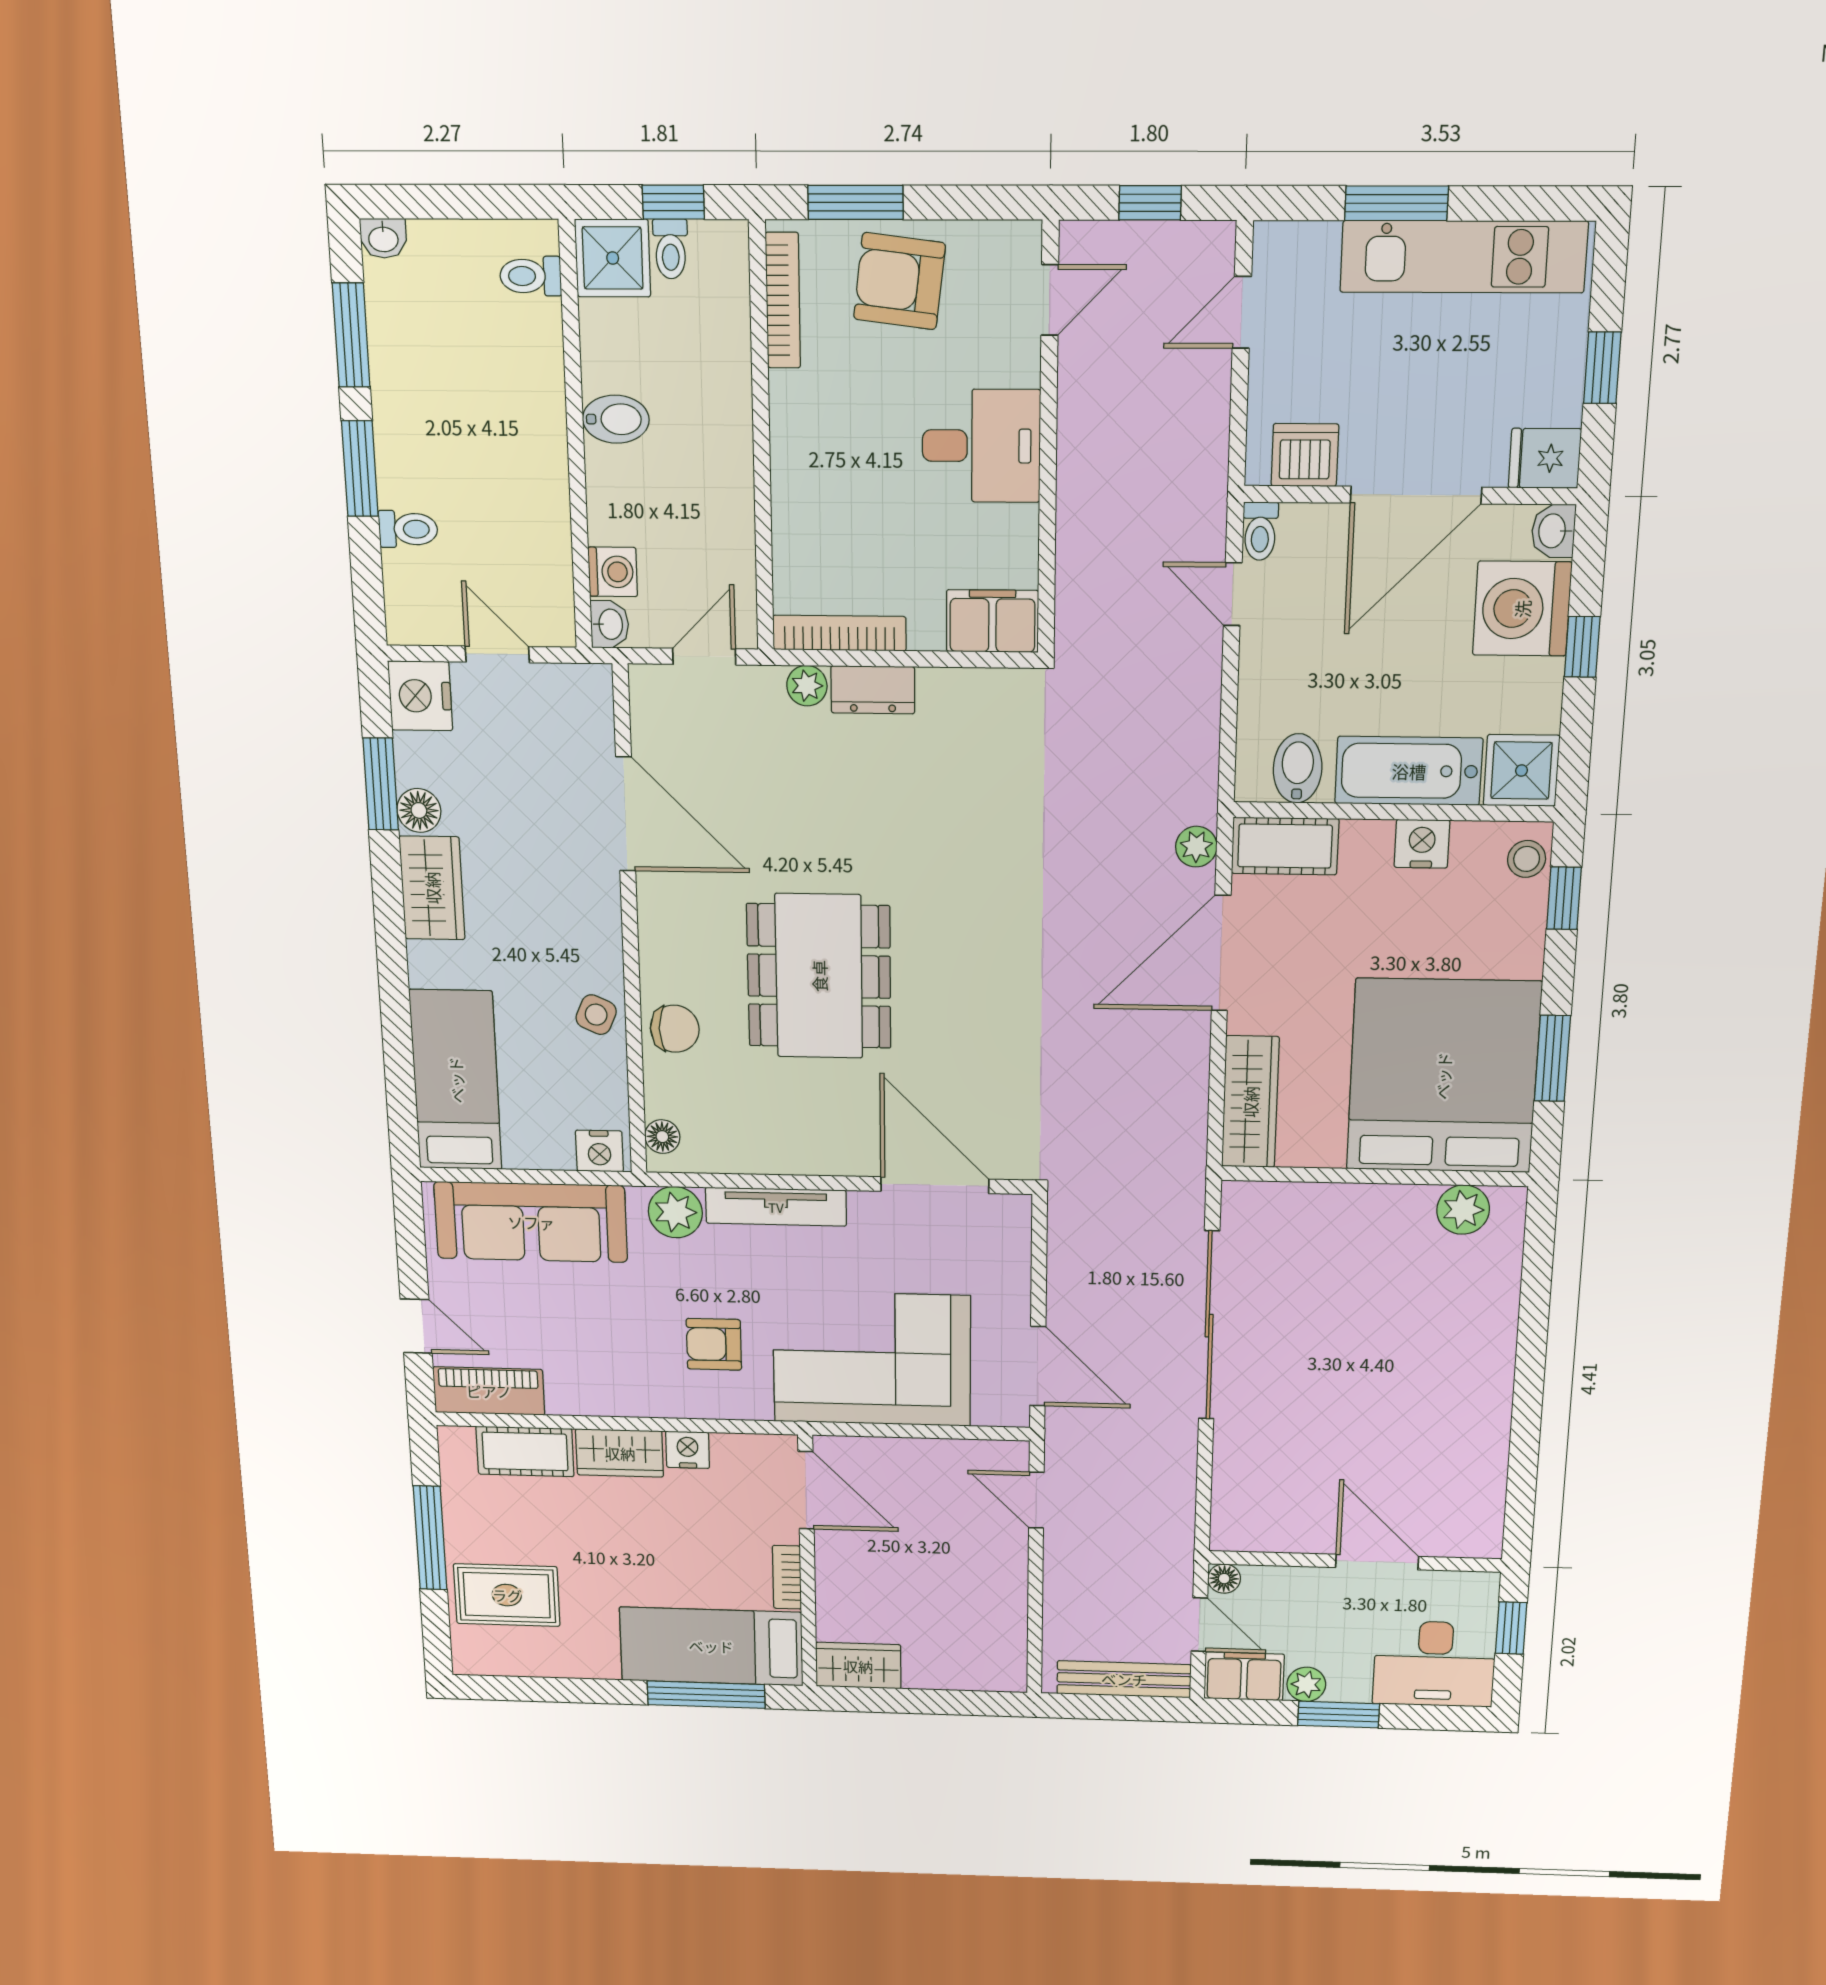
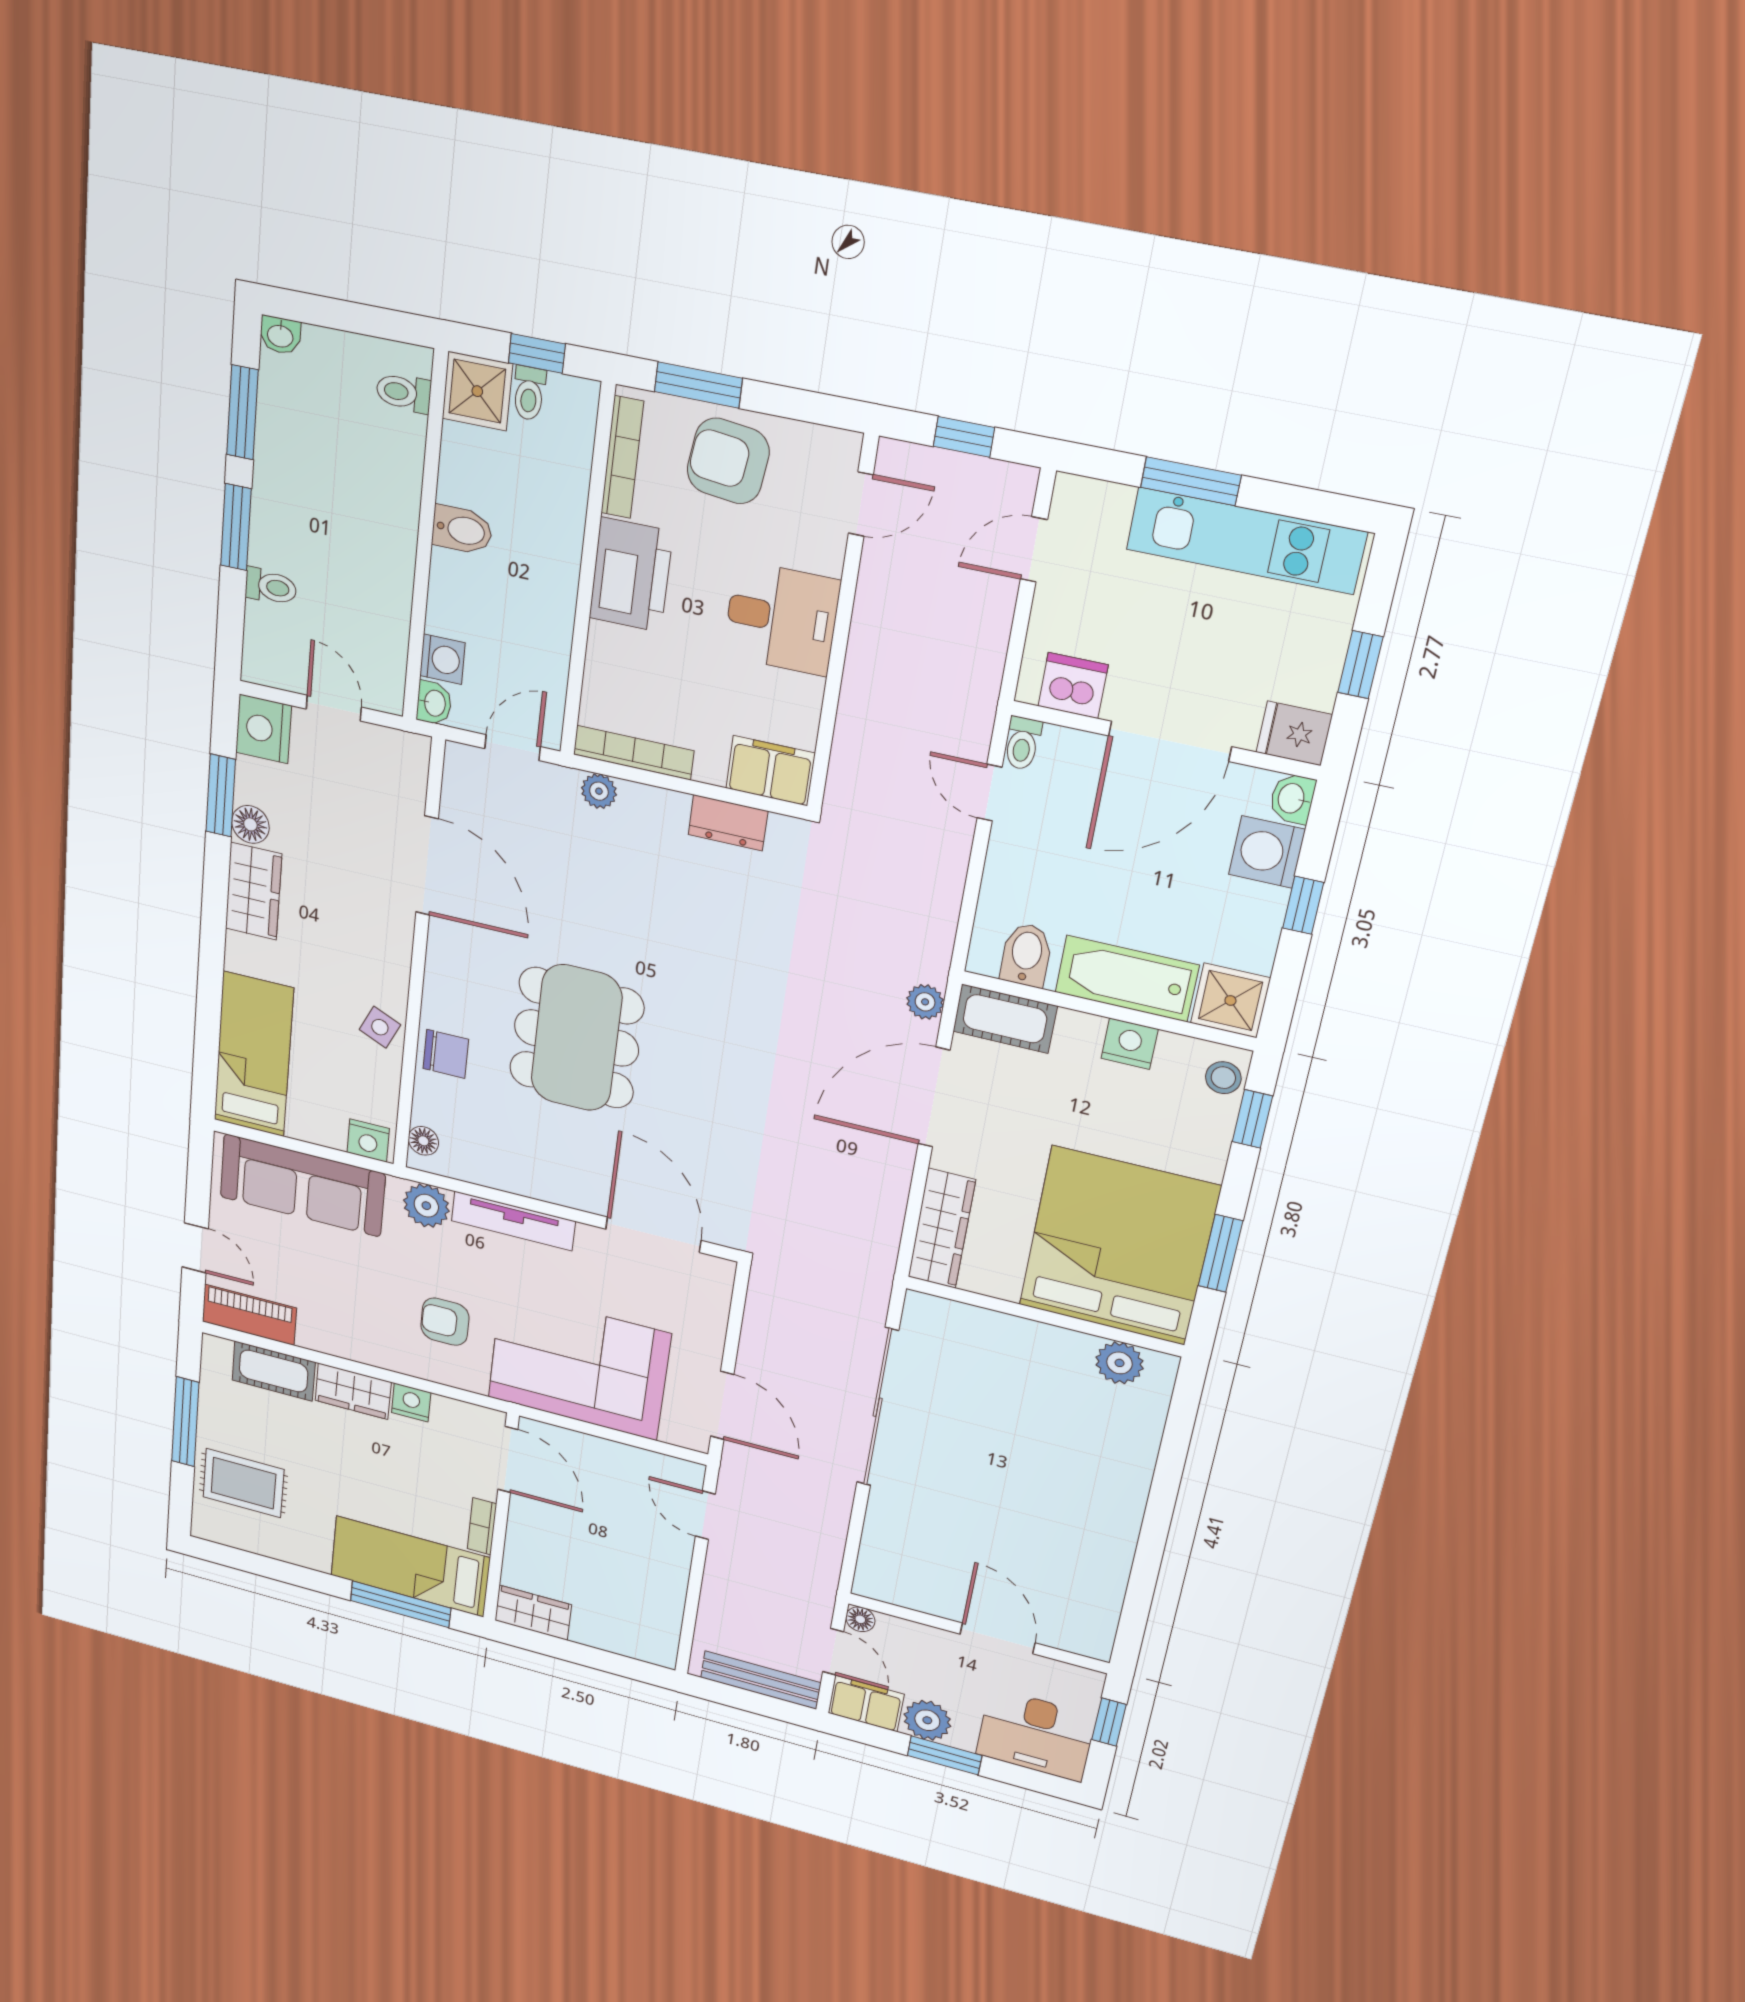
printer: (810, 431) -> (631, 575), added
washing machine: (1522, 609) -> (1267, 852), width x0.73, depth x0.73
dresser: (873, 690) -> (728, 823), moved
plant: (1306, 1684) -> (927, 1720), width x1.38, depth x1.38

